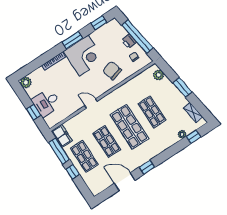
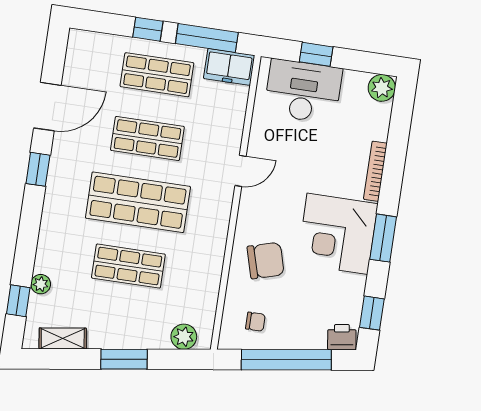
printer: (129, 41) -> (342, 337), moved
desk: (46, 103) -> (303, 91), width x1.37

